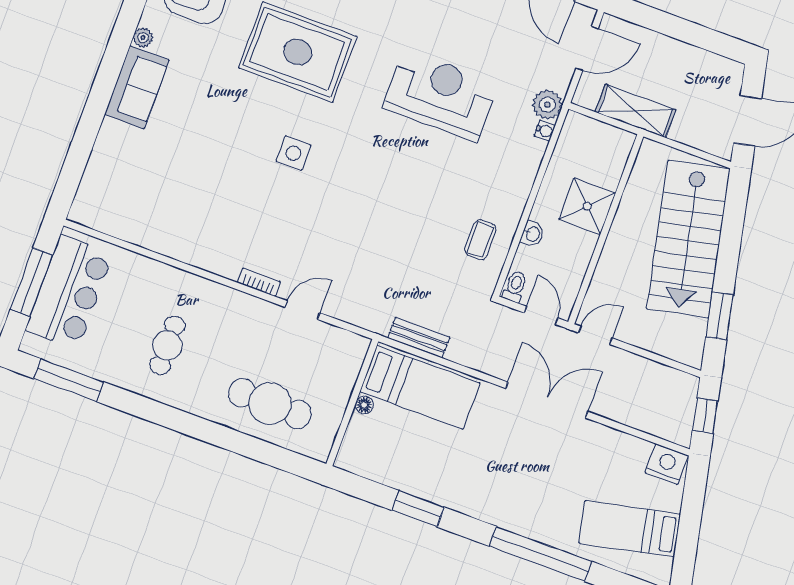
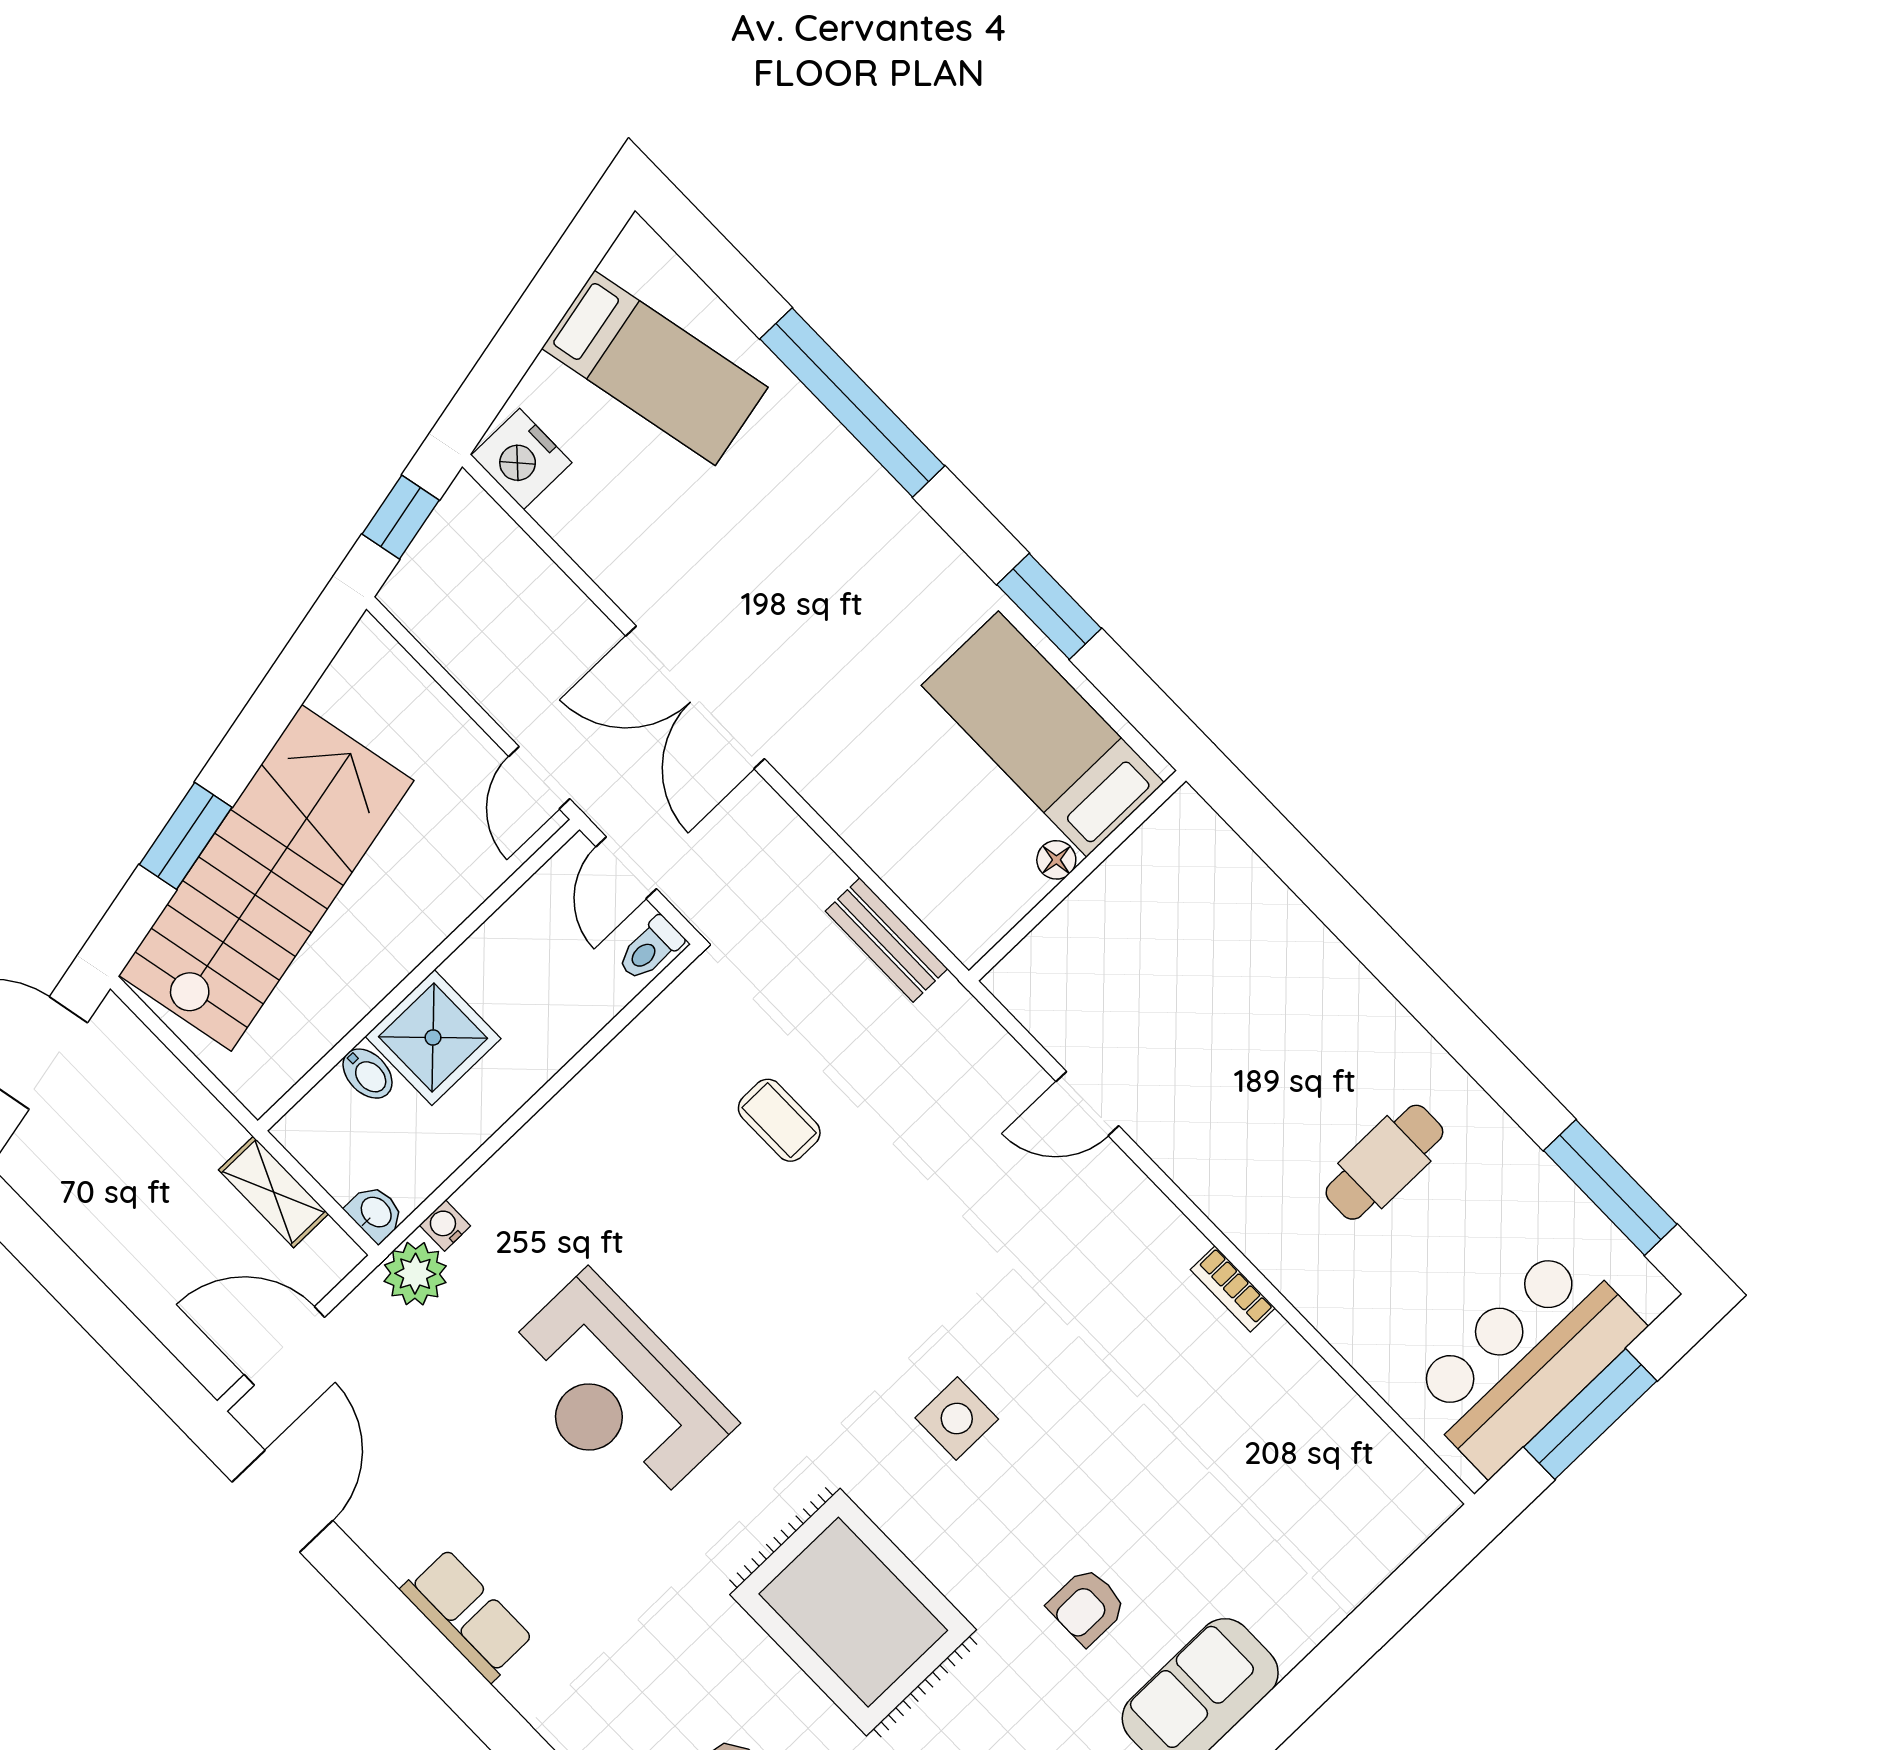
armchair: (202, 101) -> (1087, 1606), added
shelving: (636, 111) -> (273, 1192), width x0.67, depth x0.75
bidet: (607, 178) -> (368, 1074), added
washbasin: (532, 234) -> (375, 1213), moved, turned 90
coffee table: (480, 240) -> (779, 1120), moved, turned 90
bookcase: (259, 282) -> (1233, 1289), moved
window: (720, 316) -> (186, 836), moved
door: (595, 335) -> (539, 778), hinge flipped
bed: (420, 387) -> (1043, 734), moved
cafe table: (270, 404) -> (1239, 952), removed

